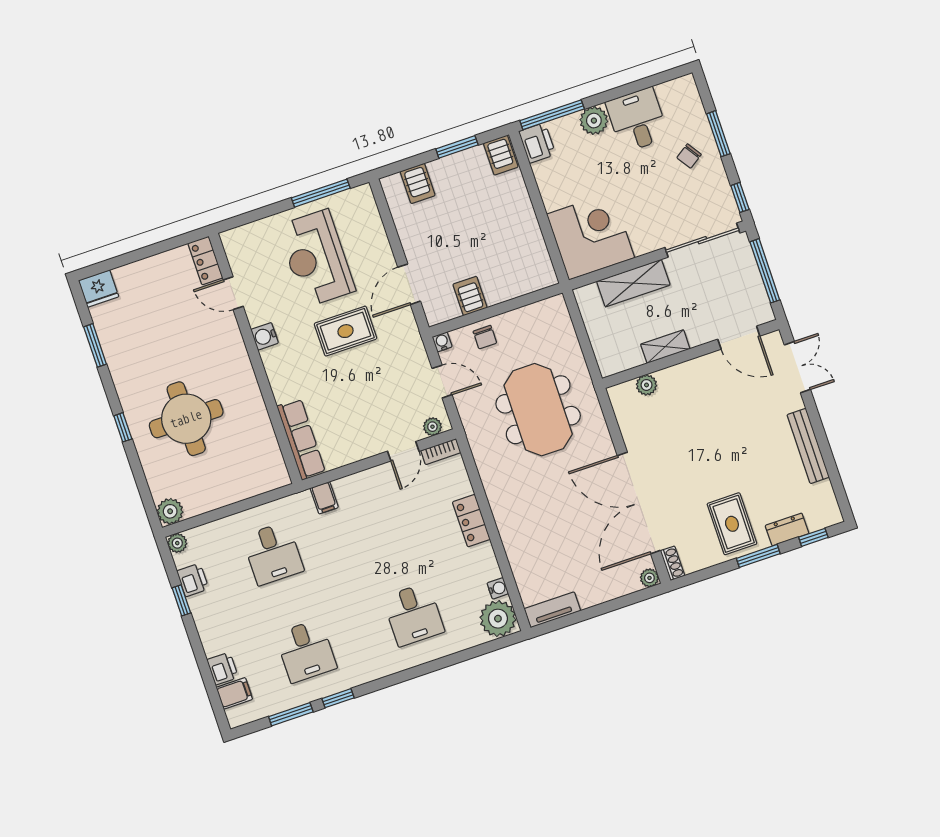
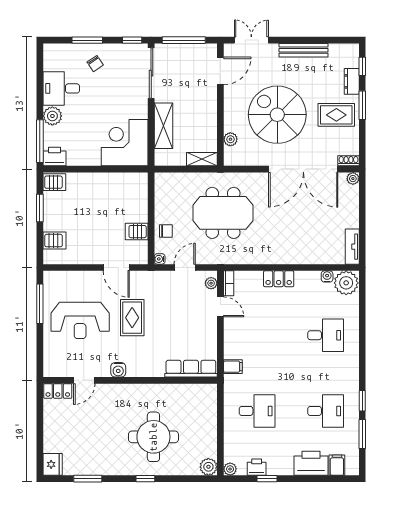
shelving: (665, 347) -> (202, 159), moved, turned 90
spiral stairs: (704, 440) -> (277, 115), added
printer: (223, 669) -> (311, 463), width x1.87, depth x1.48

